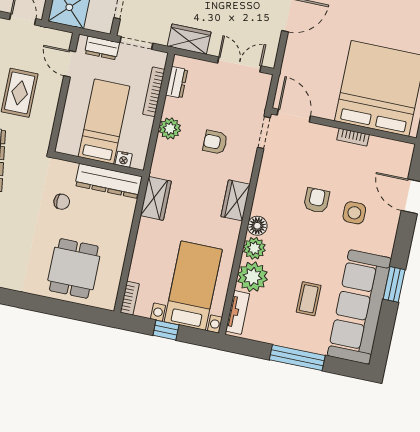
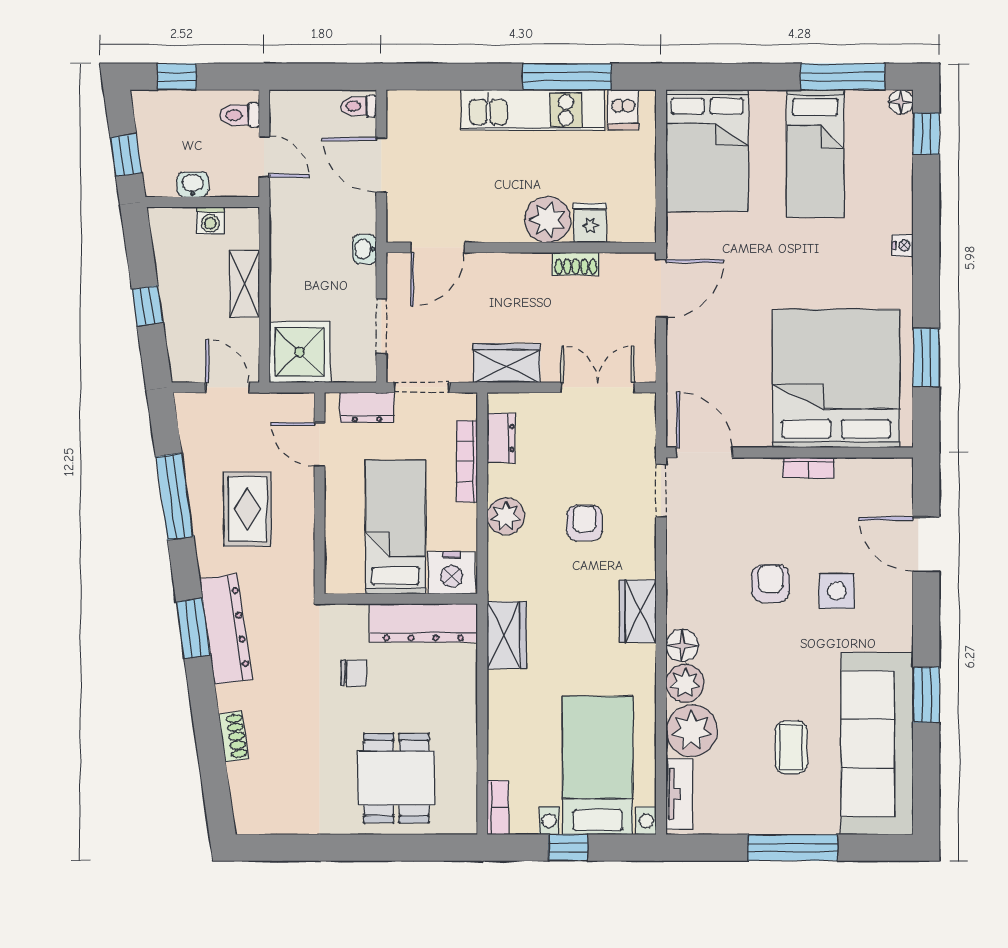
armchair: (215, 142) -> (584, 523), turned 90
nightstand: (124, 159) -> (452, 573), width x1.89, depth x1.79

